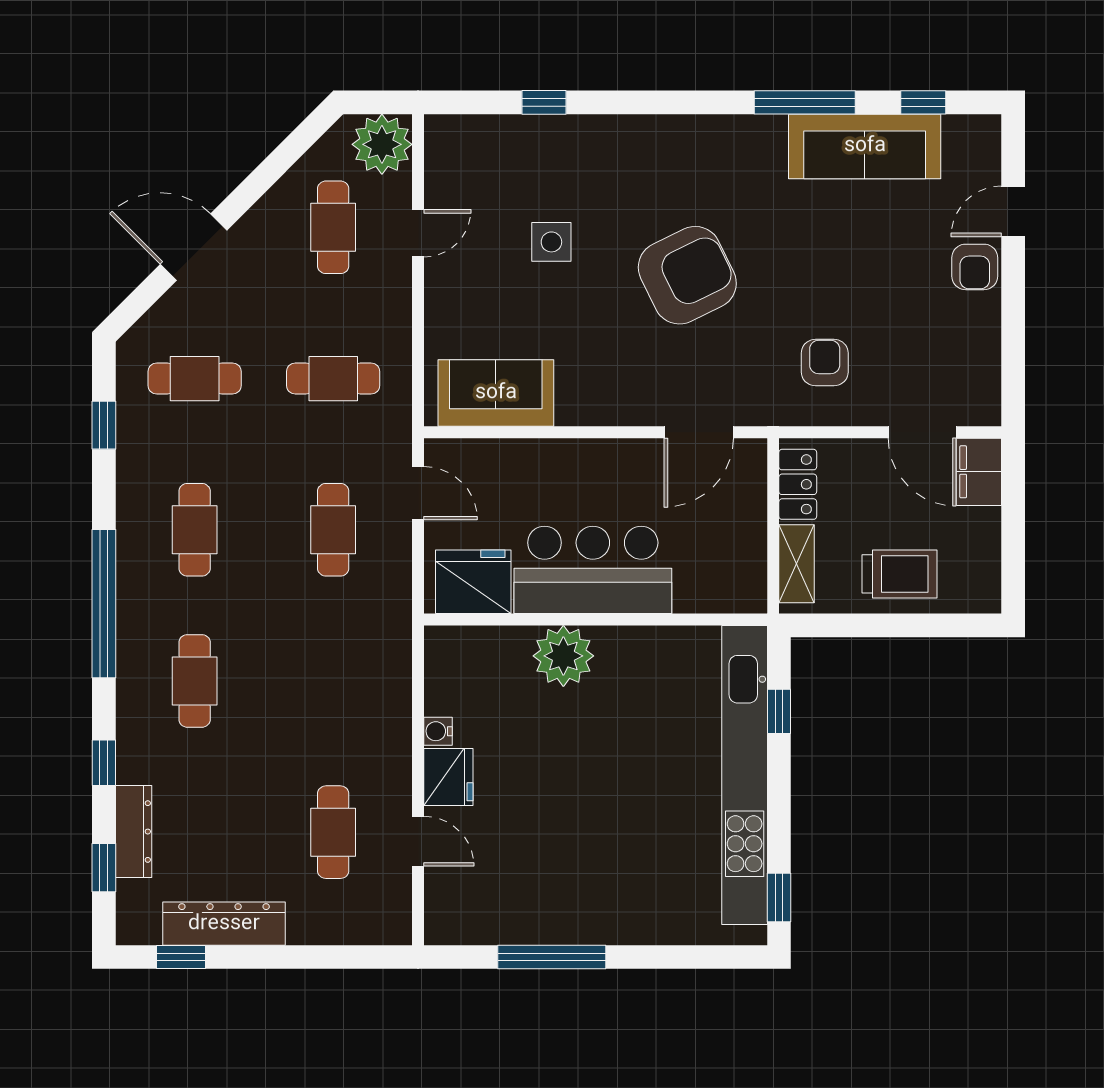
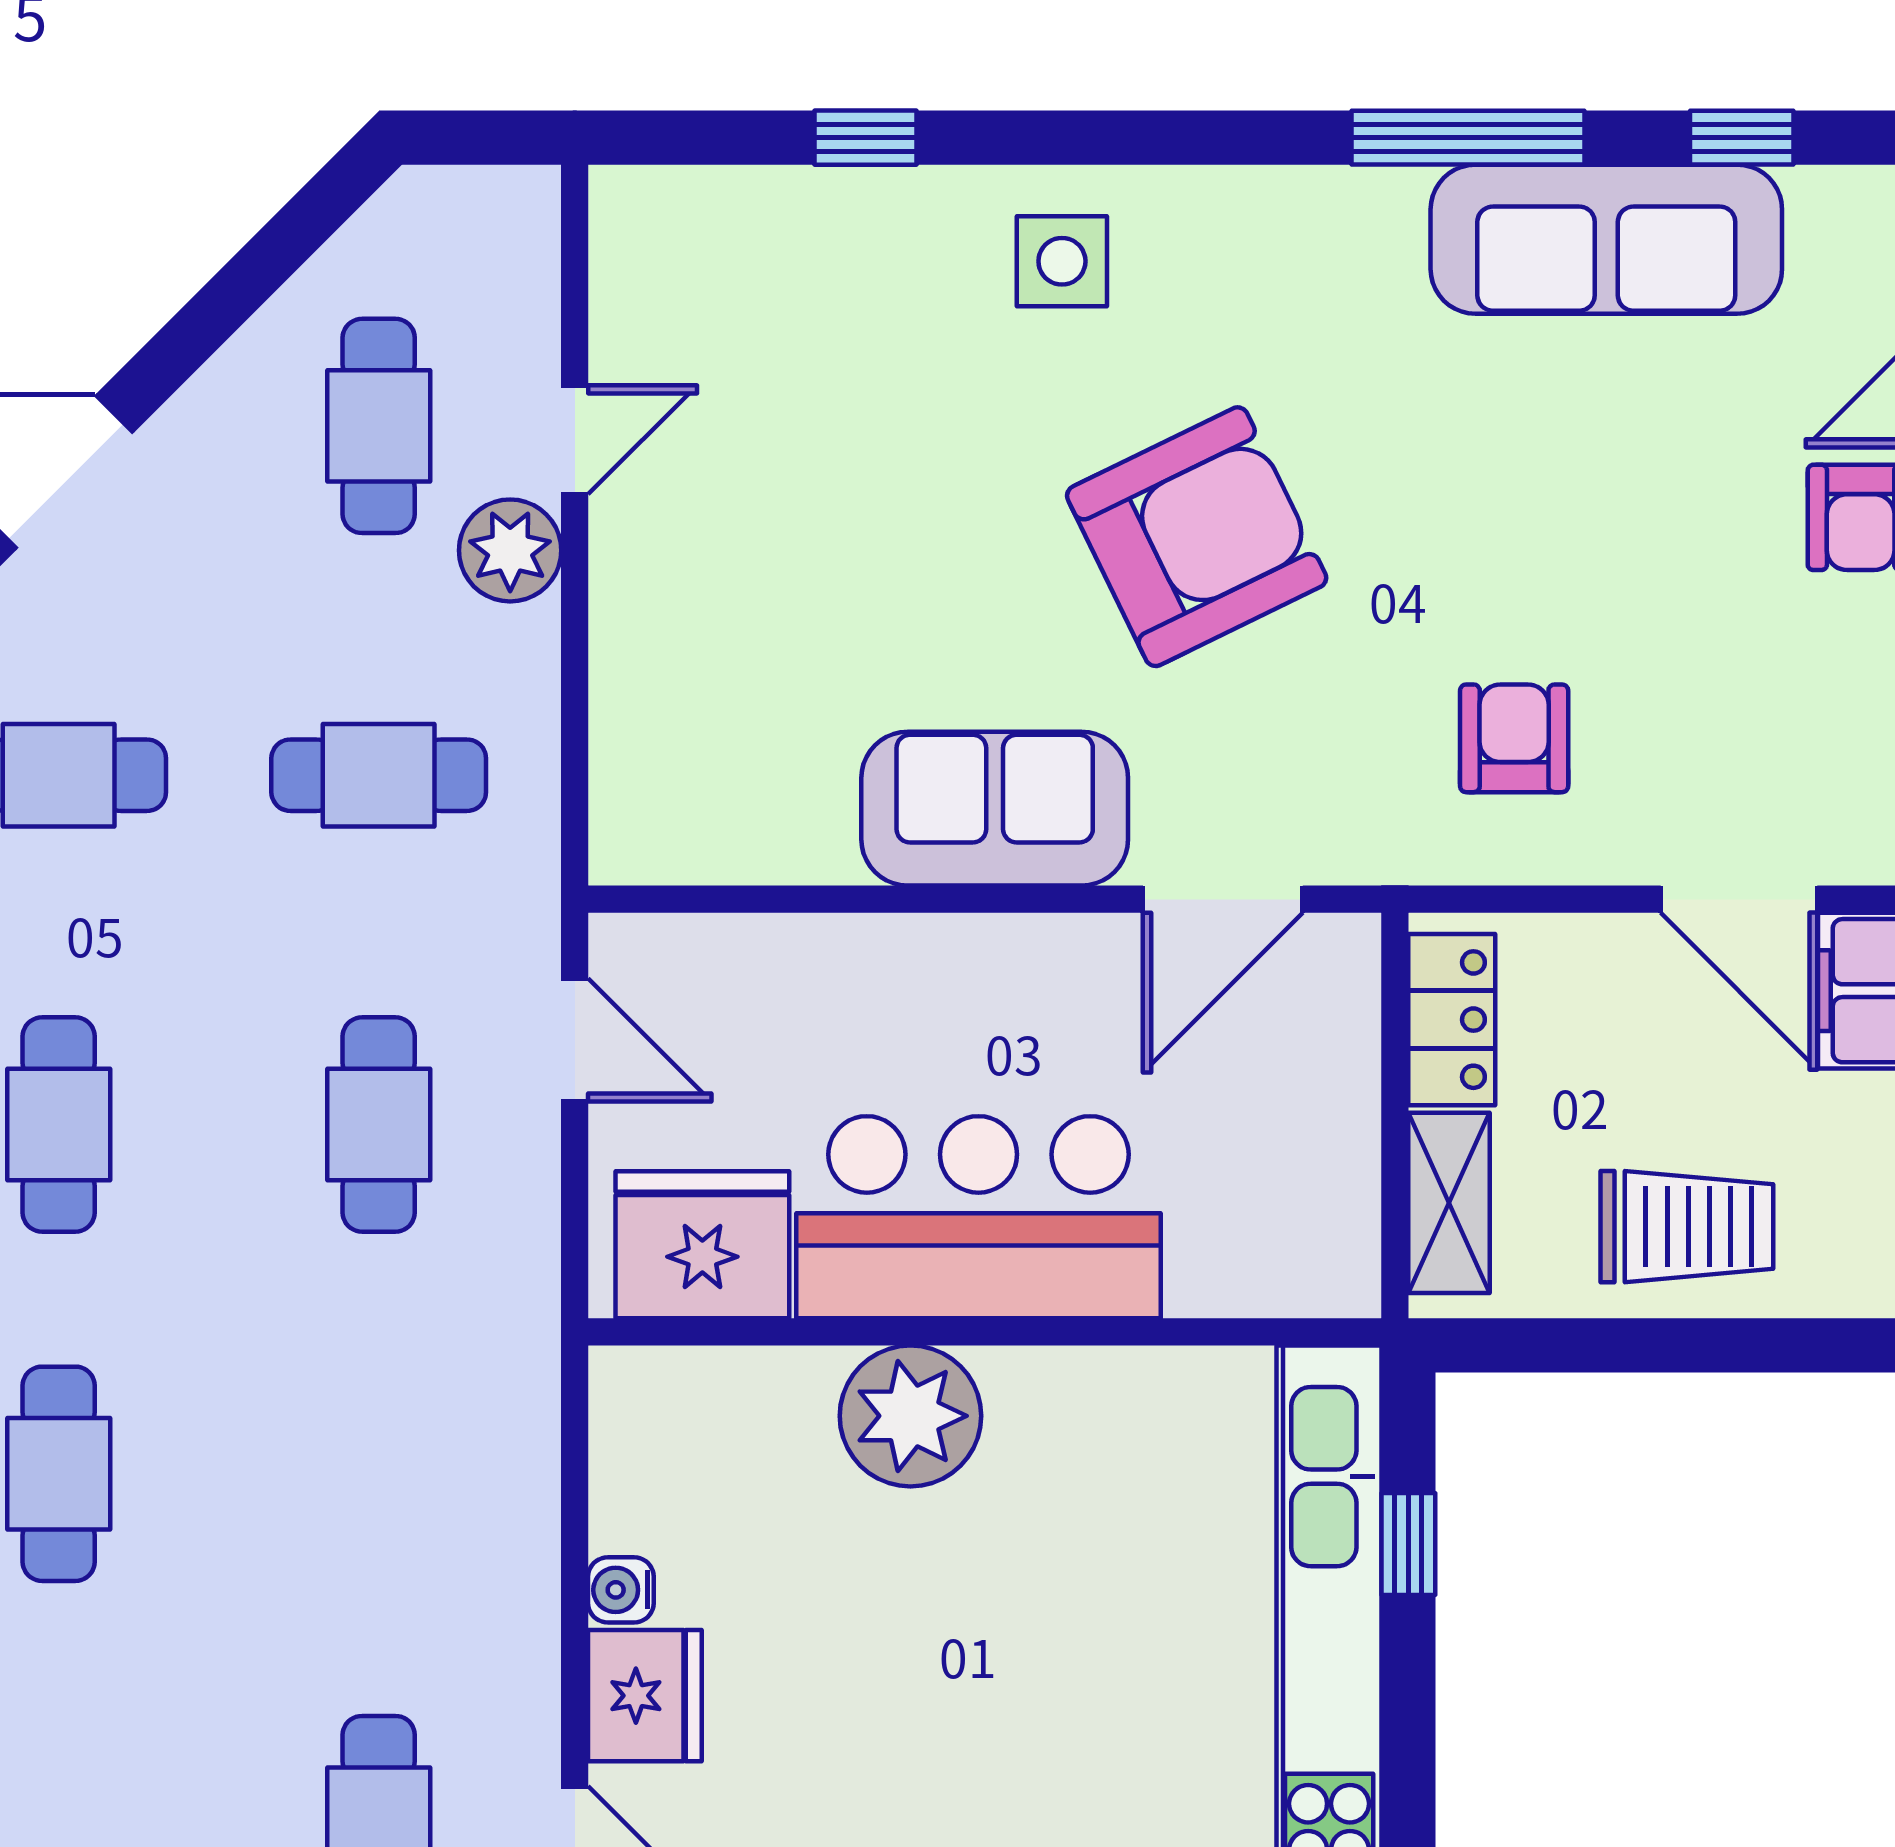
plant: (382, 144) -> (510, 550), moved, width x0.73, depth x0.73
side table: (551, 242) -> (1062, 261), moved
sofa: (496, 393) -> (995, 809), moved

